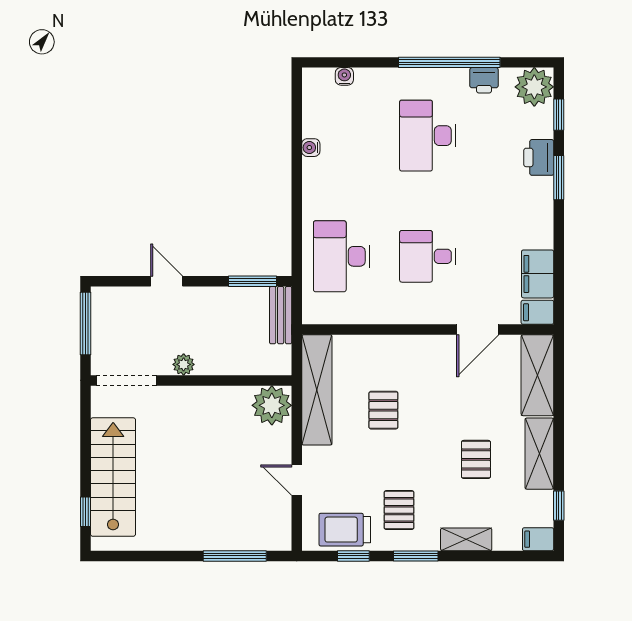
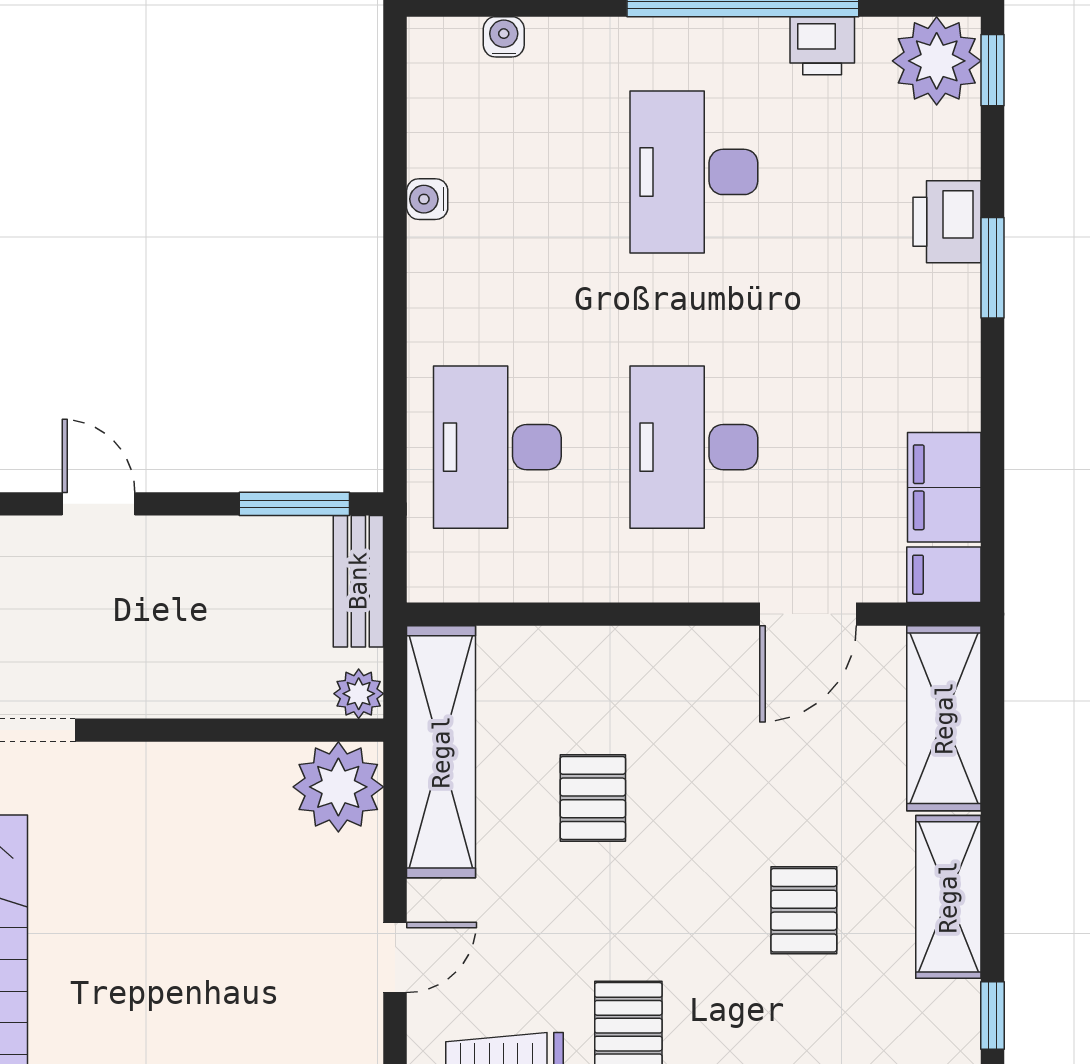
window: (559, 115) -> (993, 70), moved
desk: (428, 256) -> (694, 447), width x1.37
plant: (184, 364) -> (359, 694), moved
door: (297, 480) -> (395, 957), swing flipped

